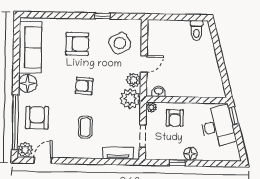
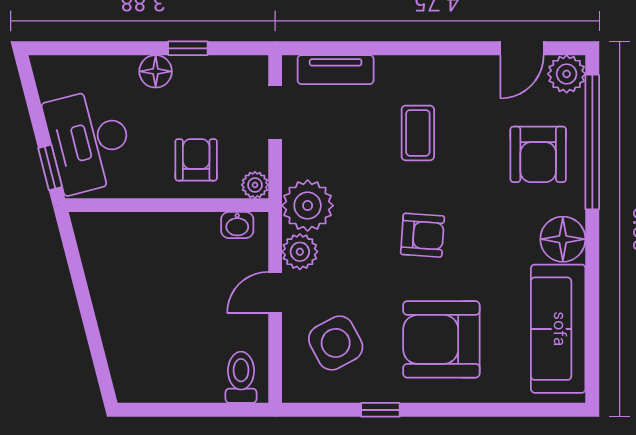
toilet: (197, 31) -> (241, 377), moved
armchair: (77, 44) -> (441, 339), width x1.36, depth x1.36

